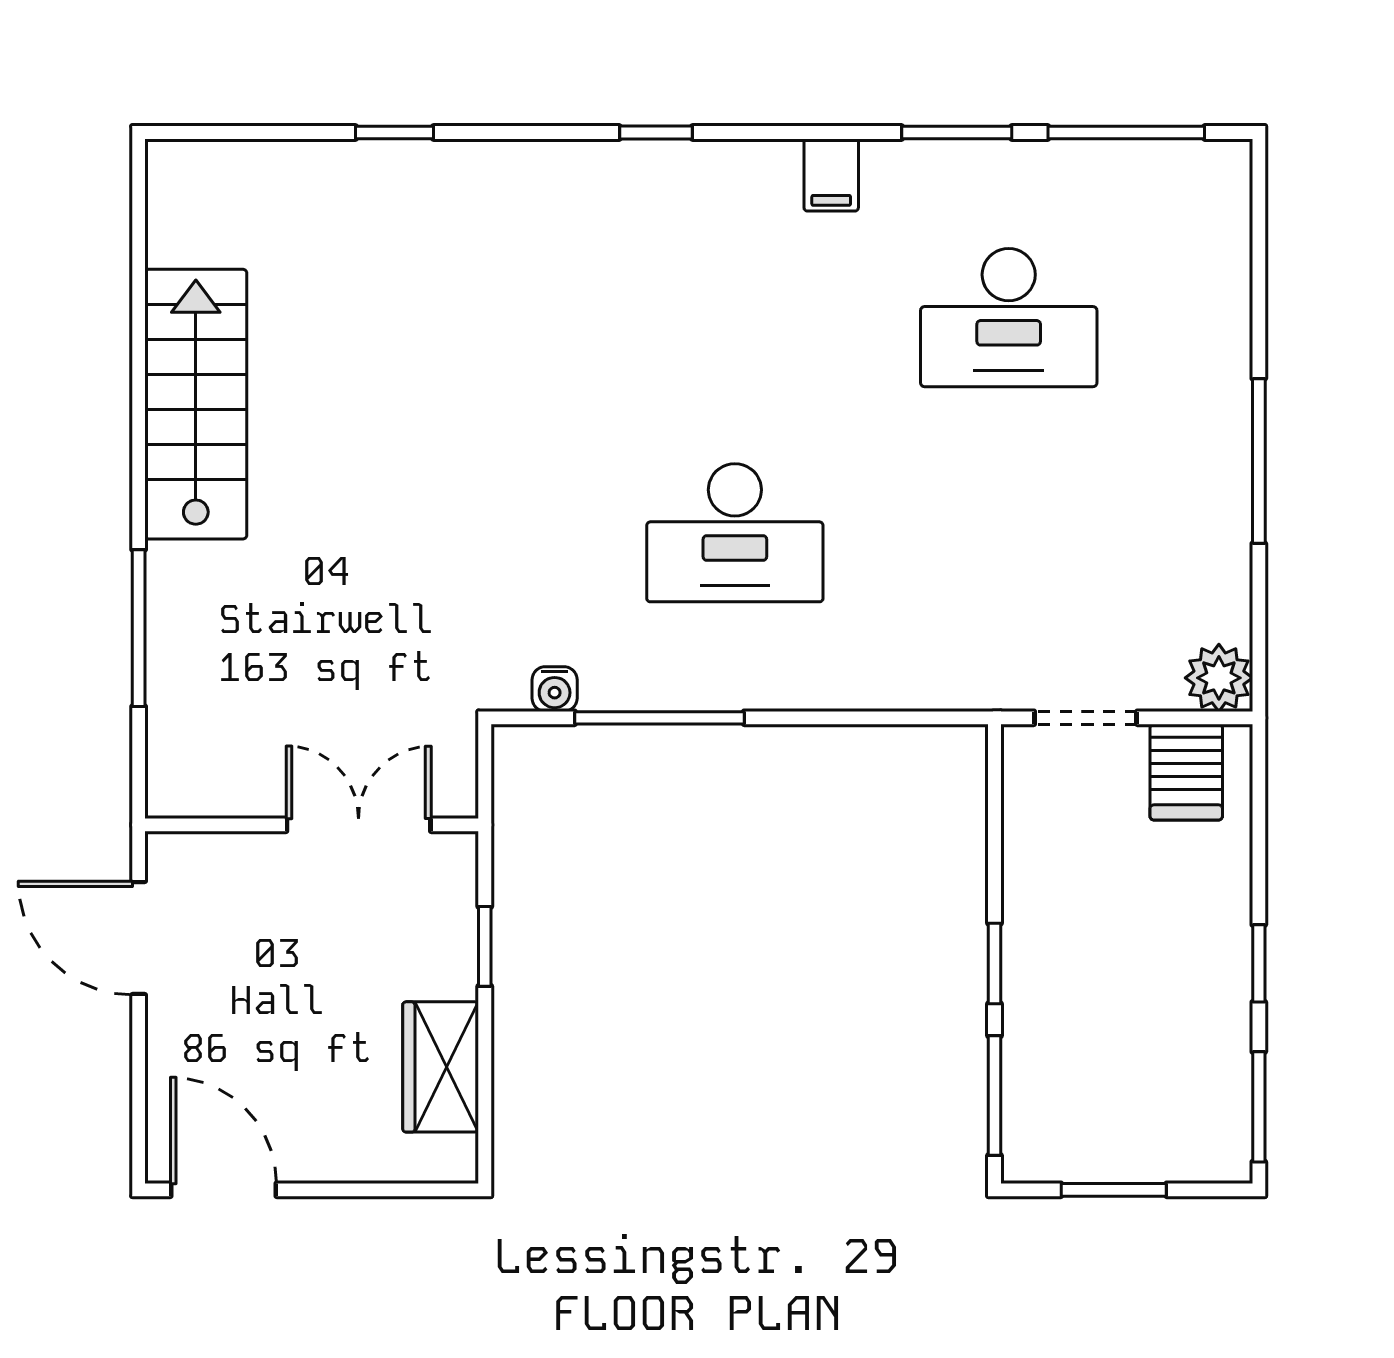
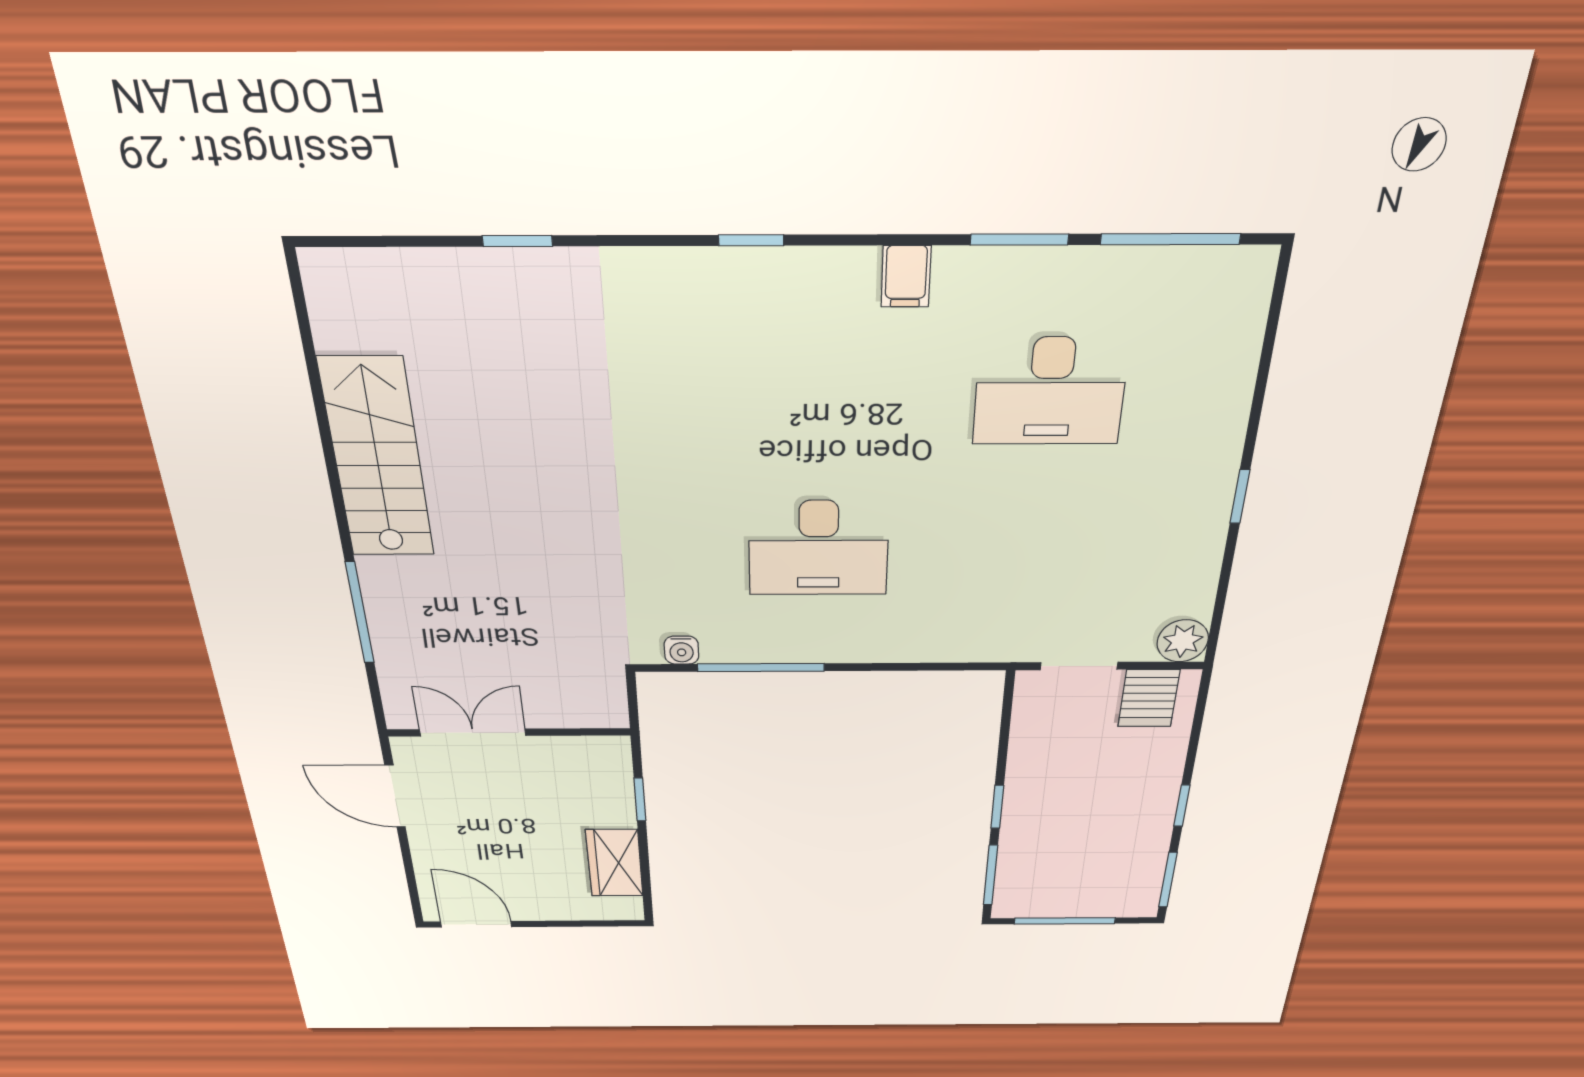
window: (1259, 461) -> (1240, 497), width x0.46
double door: (359, 825) -> (473, 732), moved
window: (1114, 1190) -> (1065, 921), width x1.44

